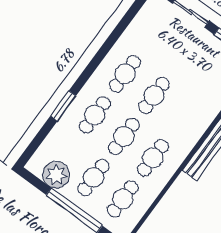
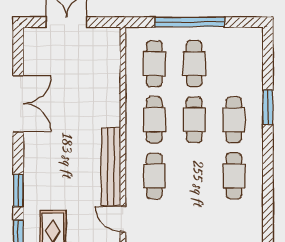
cafe table: (154, 95) -> (154, 176), moved
plant: (56, 175) -> (229, 42), removed

